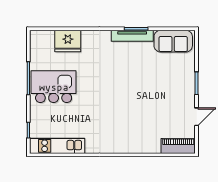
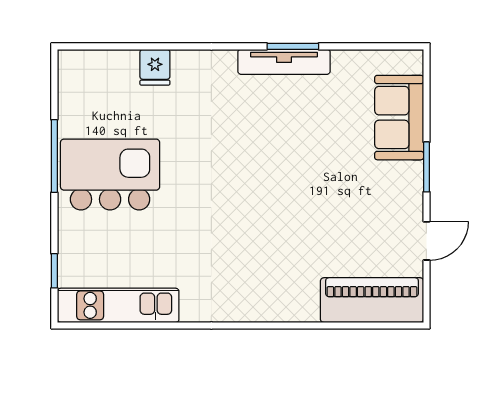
fridge: (68, 41) -> (155, 67), width x0.53, depth x0.75
sofa: (173, 41) -> (399, 118), moved, turned 90
piano: (178, 146) -> (372, 300), width x1.37, depth x1.33

